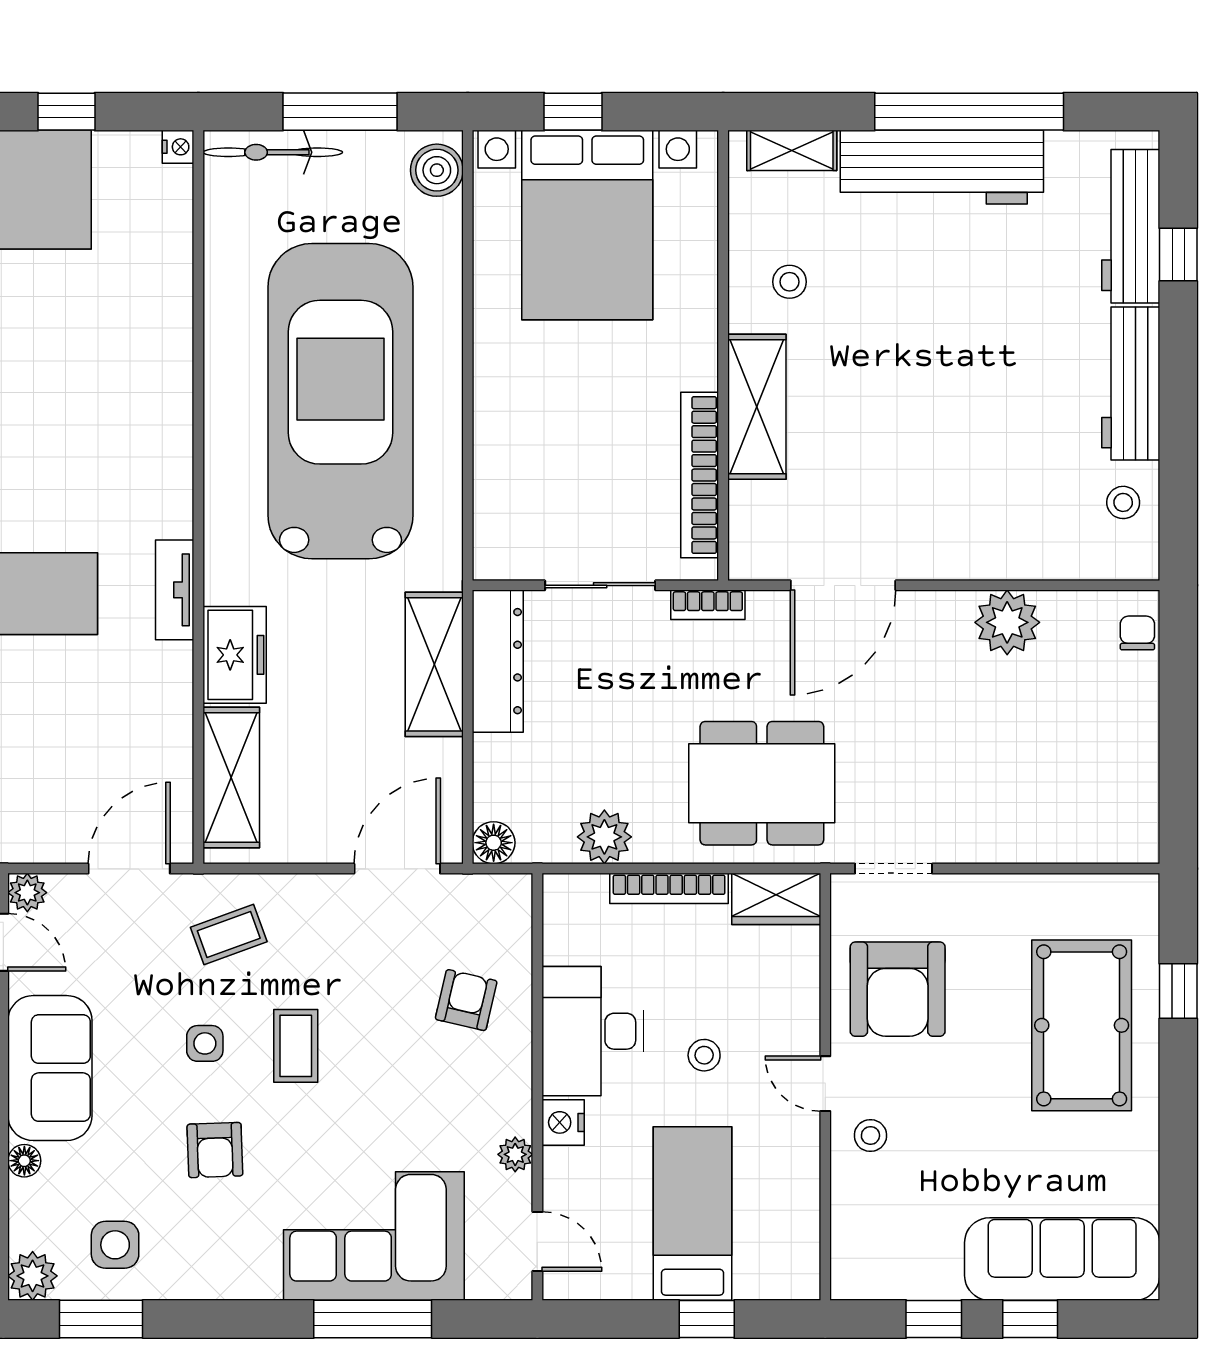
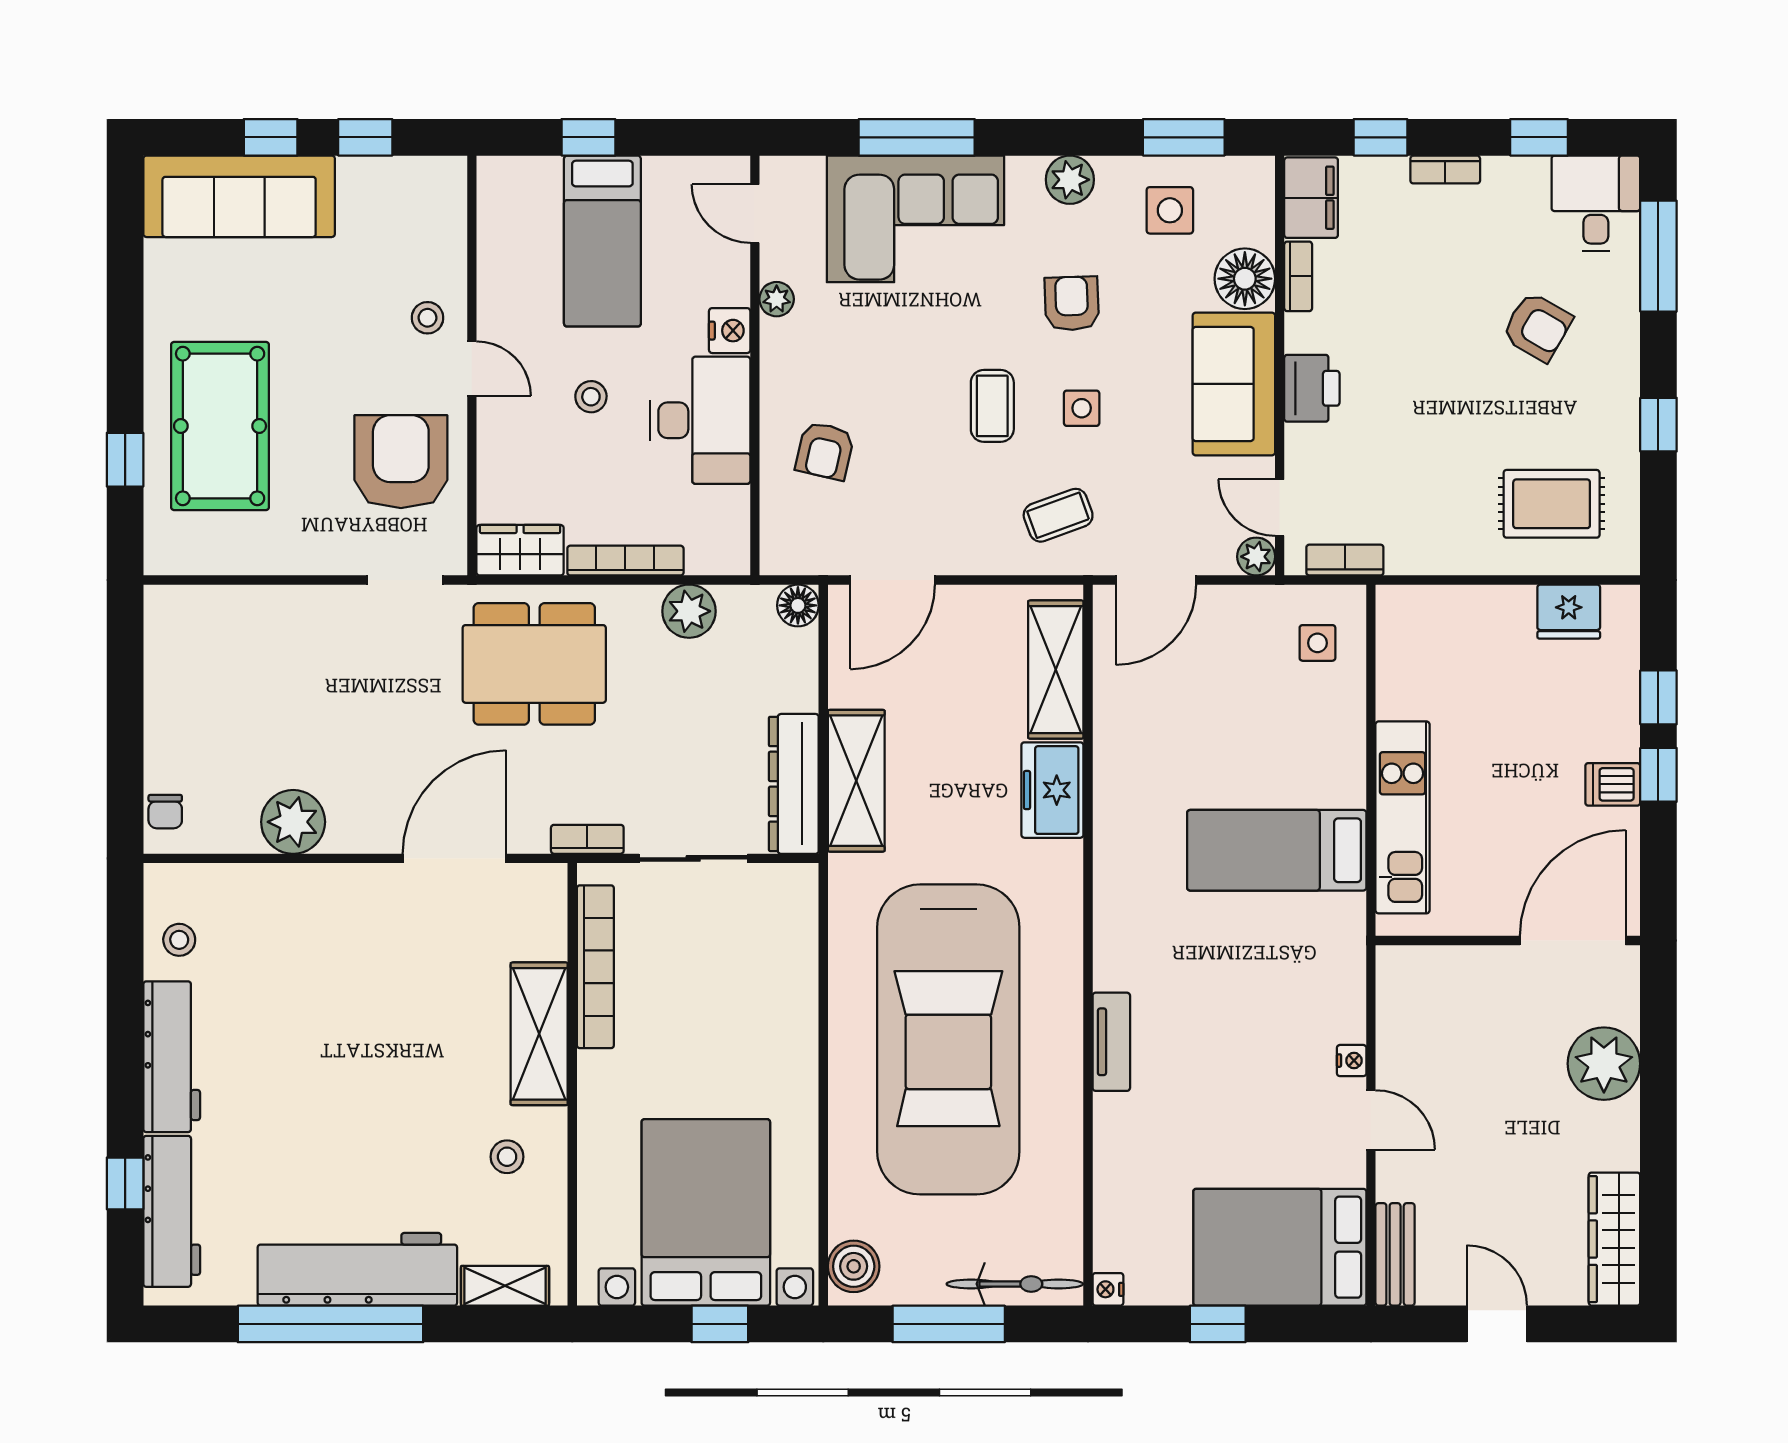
tv unit: (175, 590) -> (1111, 1042), moved
floor lamp: (24, 1161) -> (1245, 279), width x1.89, depth x1.89
plant: (33, 1276) -> (1070, 180), moved

